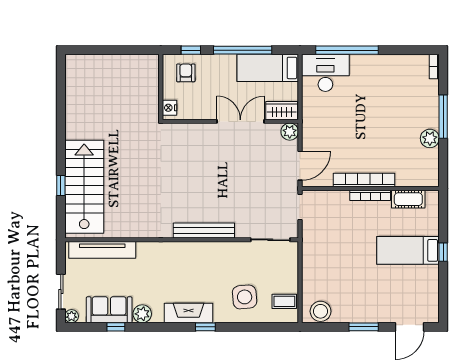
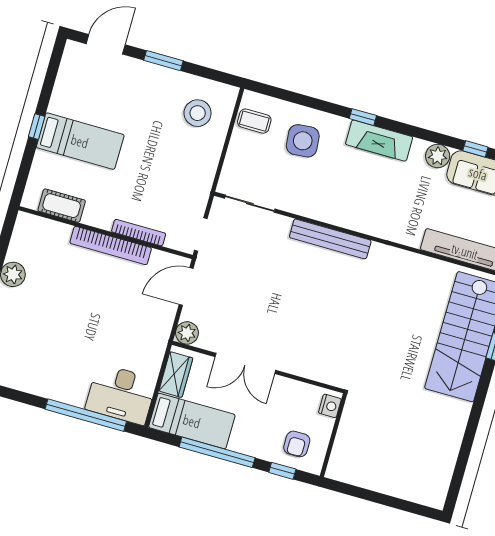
wardrobe: (282, 111) -> (176, 375), moved, turned -90
bookcase: (370, 195) -> (139, 233), moved
stool: (321, 311) -> (198, 113), moved

